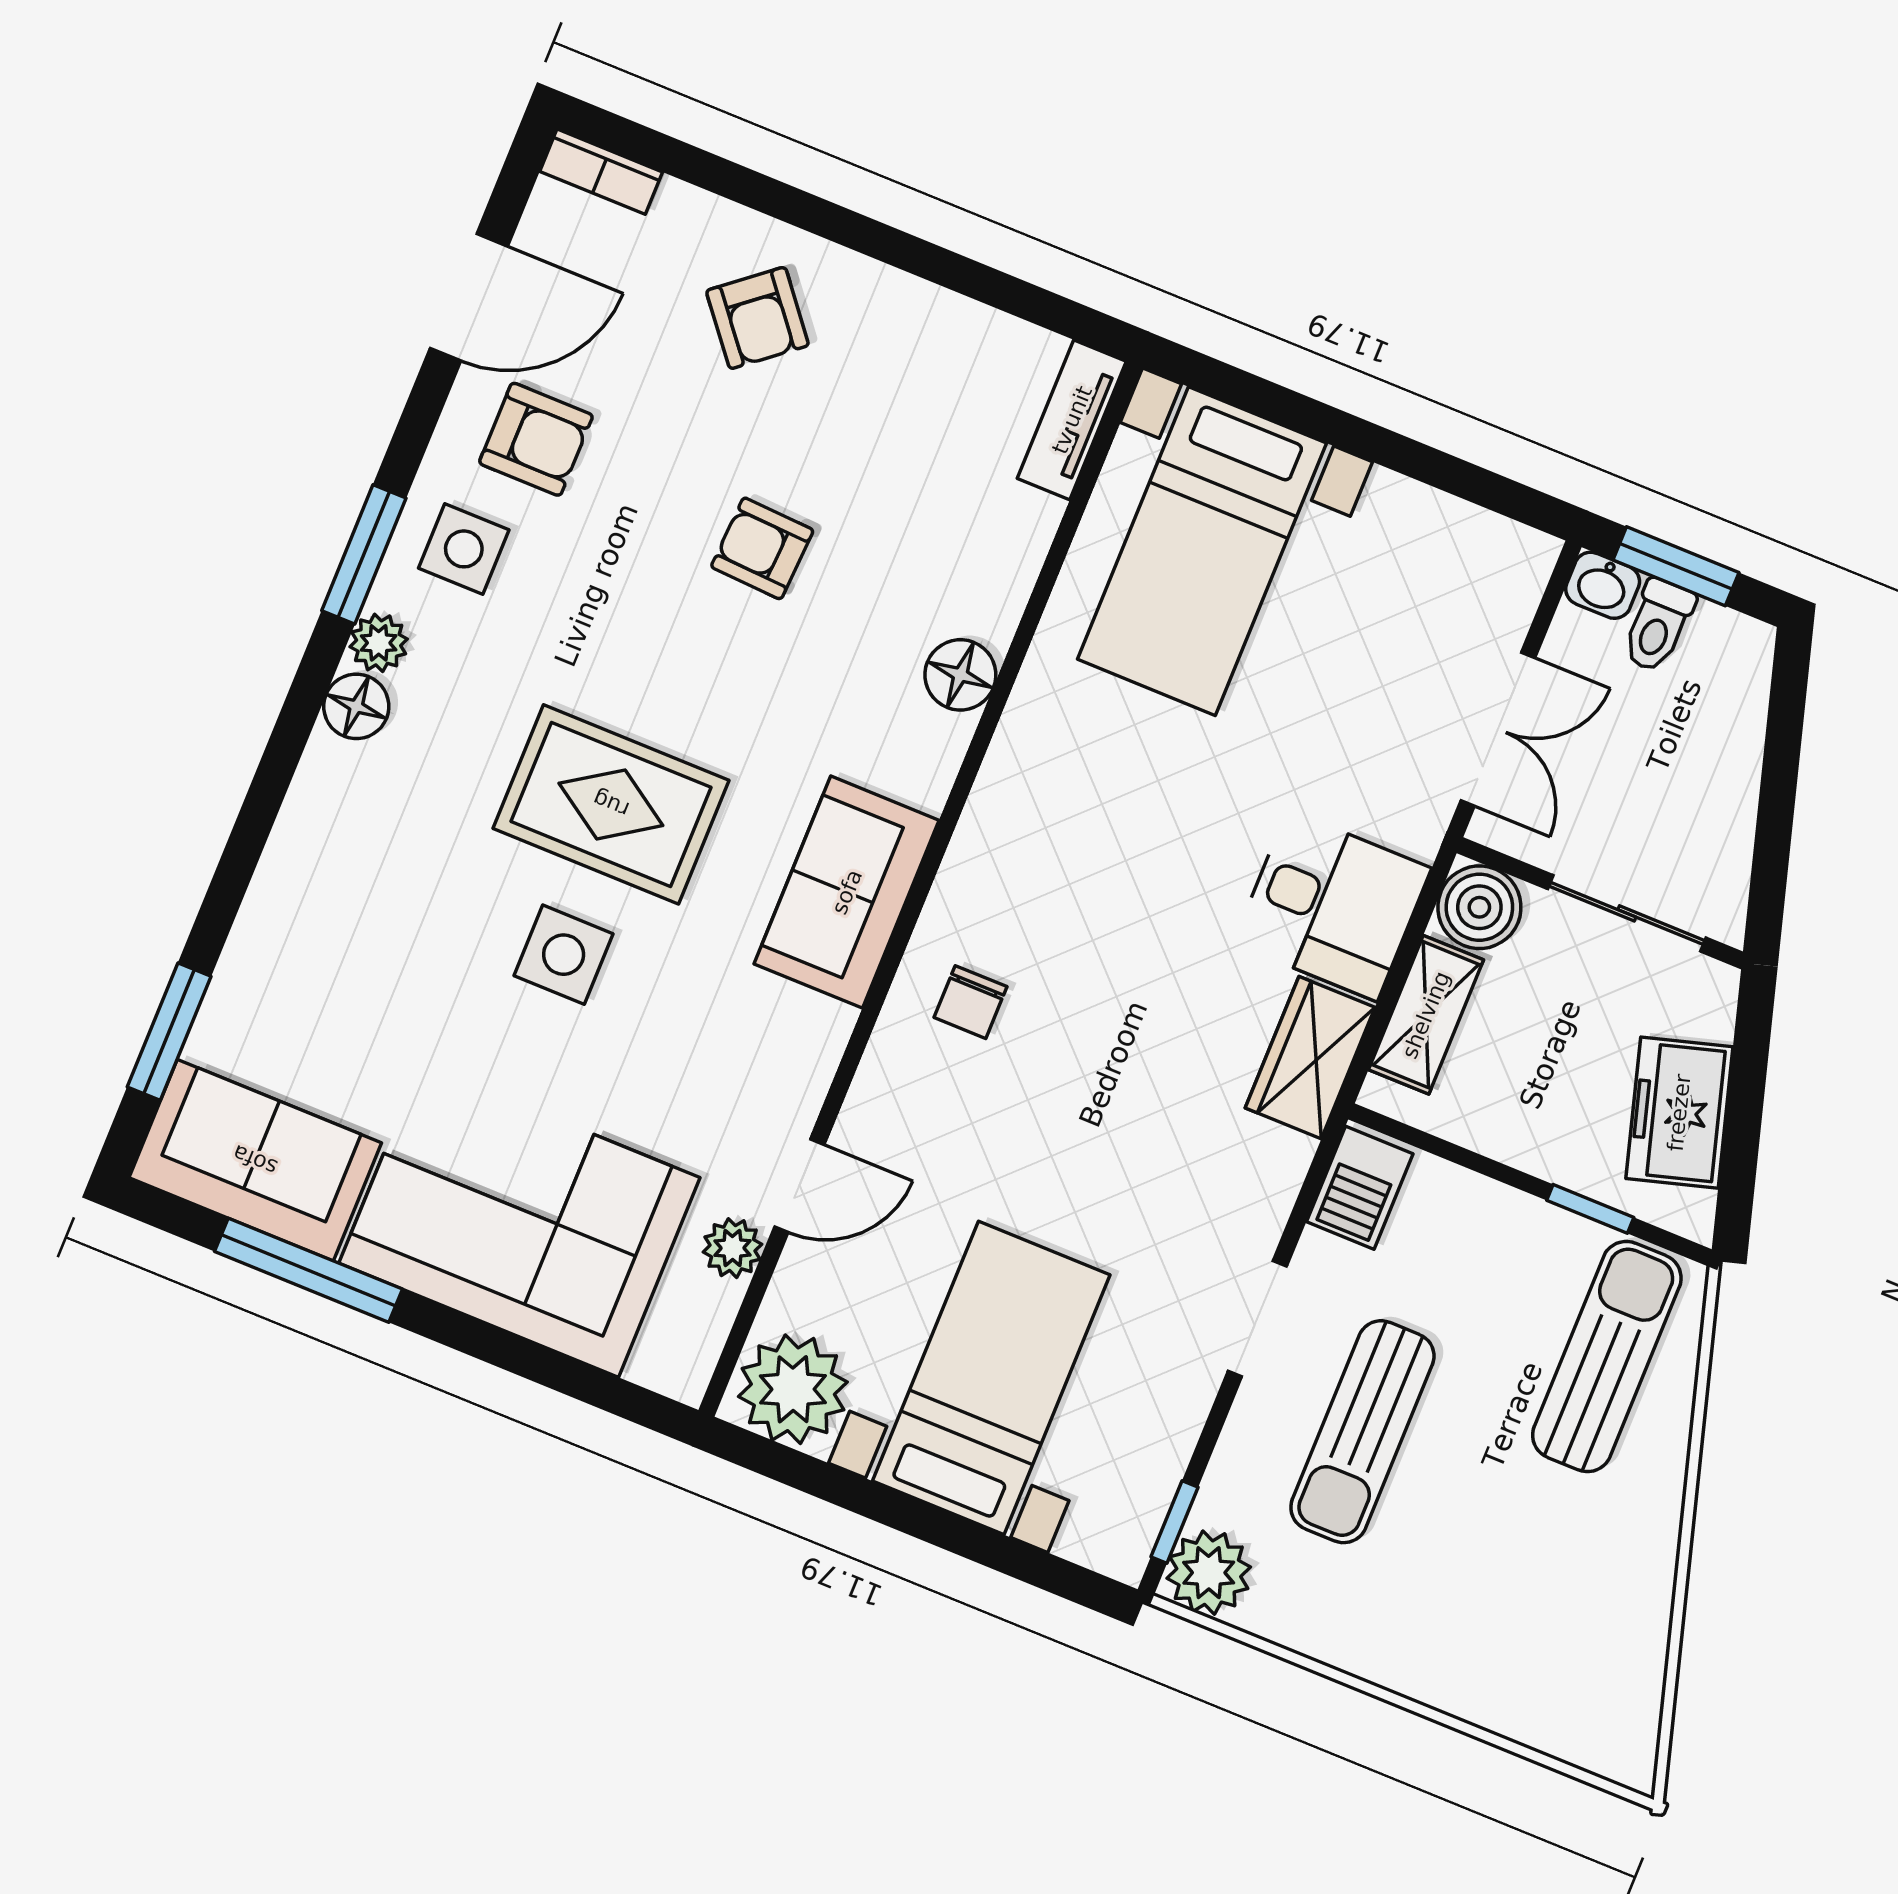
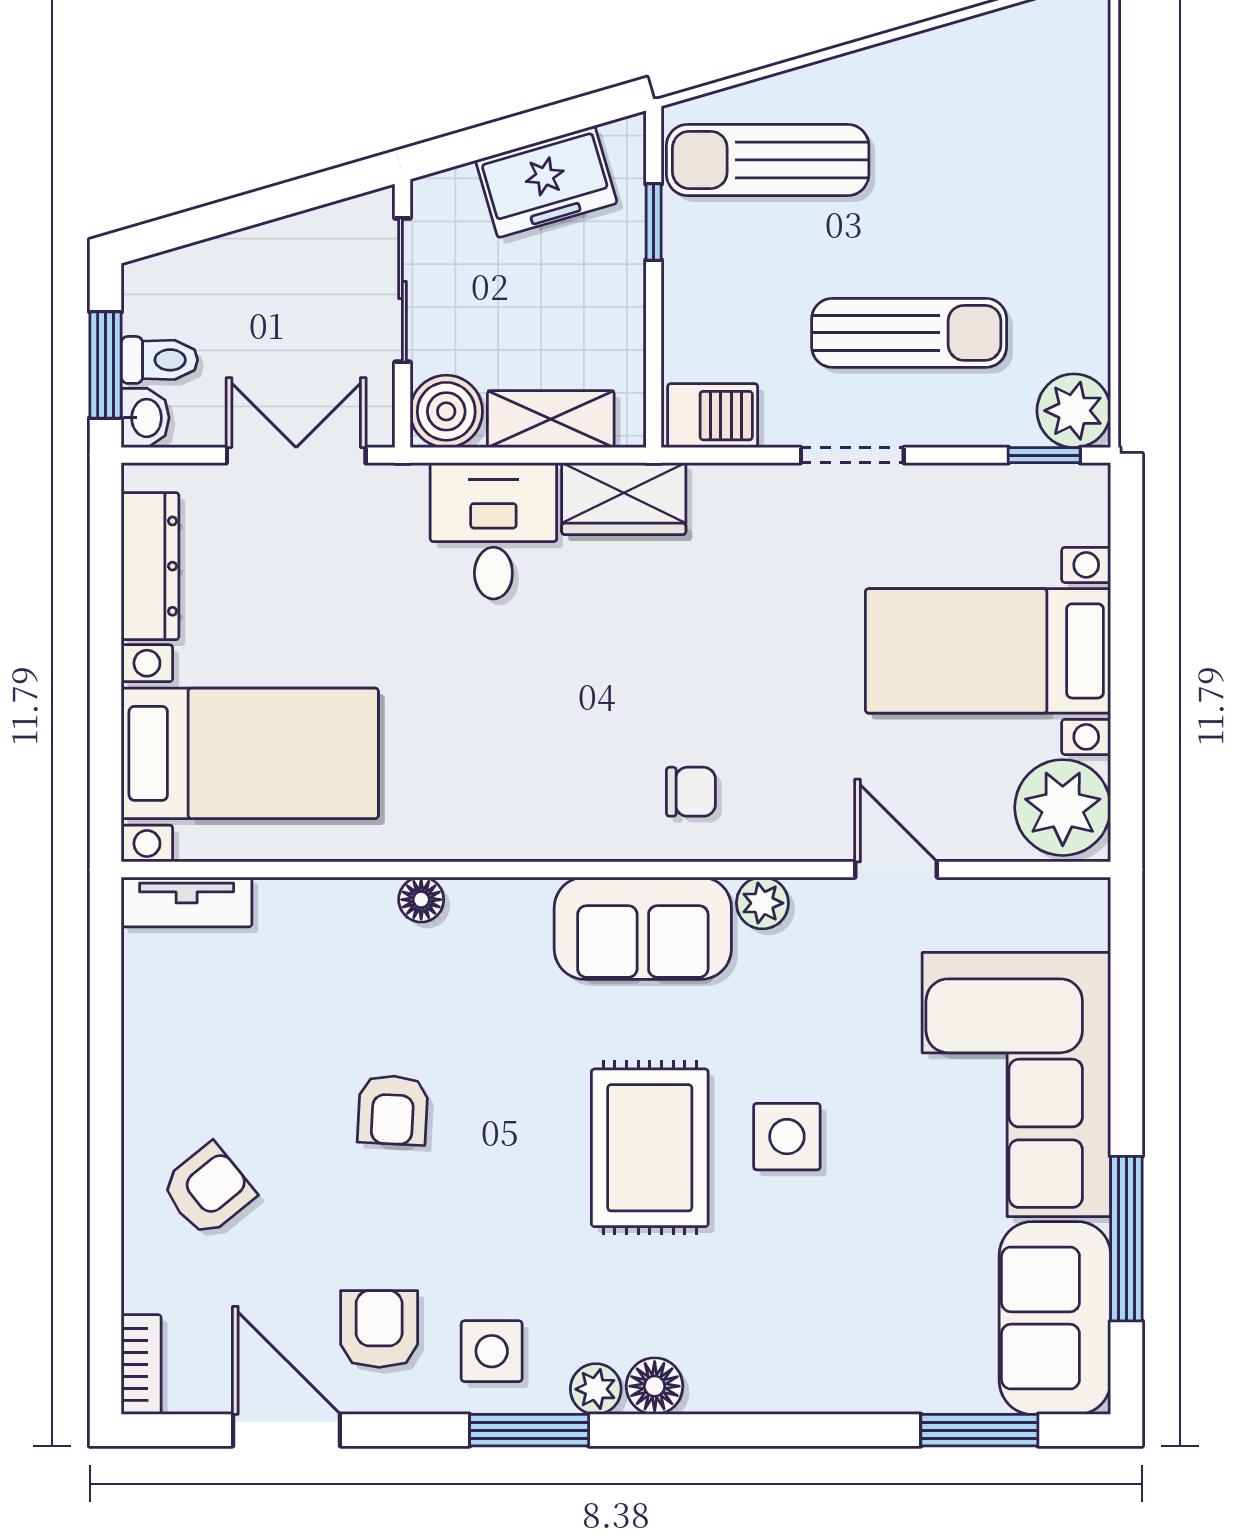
dresser: (1444, 526) -> (150, 566), added
floor lamp: (960, 675) -> (421, 900), width x0.73, depth x0.73
plant: (733, 1248) -> (762, 903), moved

